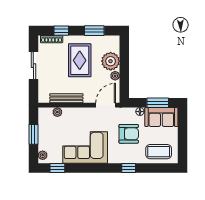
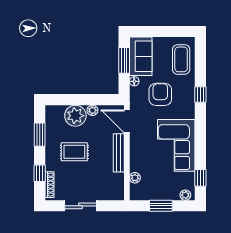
rug: (80, 60) -> (74, 152), width x0.73, depth x0.70
bench: (66, 98) -> (119, 153), moved

